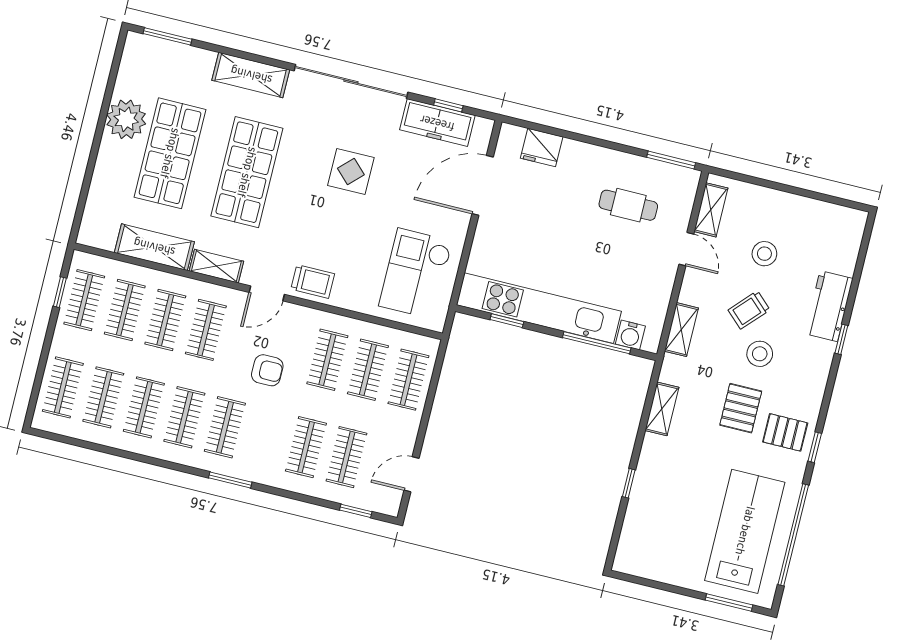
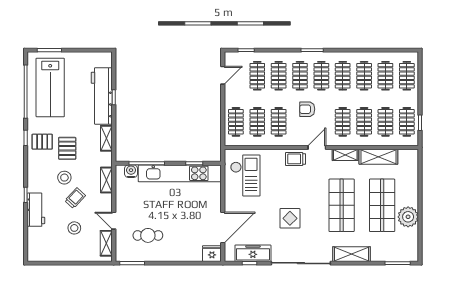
fridge: (542, 147) -> (212, 254), moved
clothes rail: (265, 437) -> (300, 76), added
workbench: (651, 491) -> (102, 96), added

